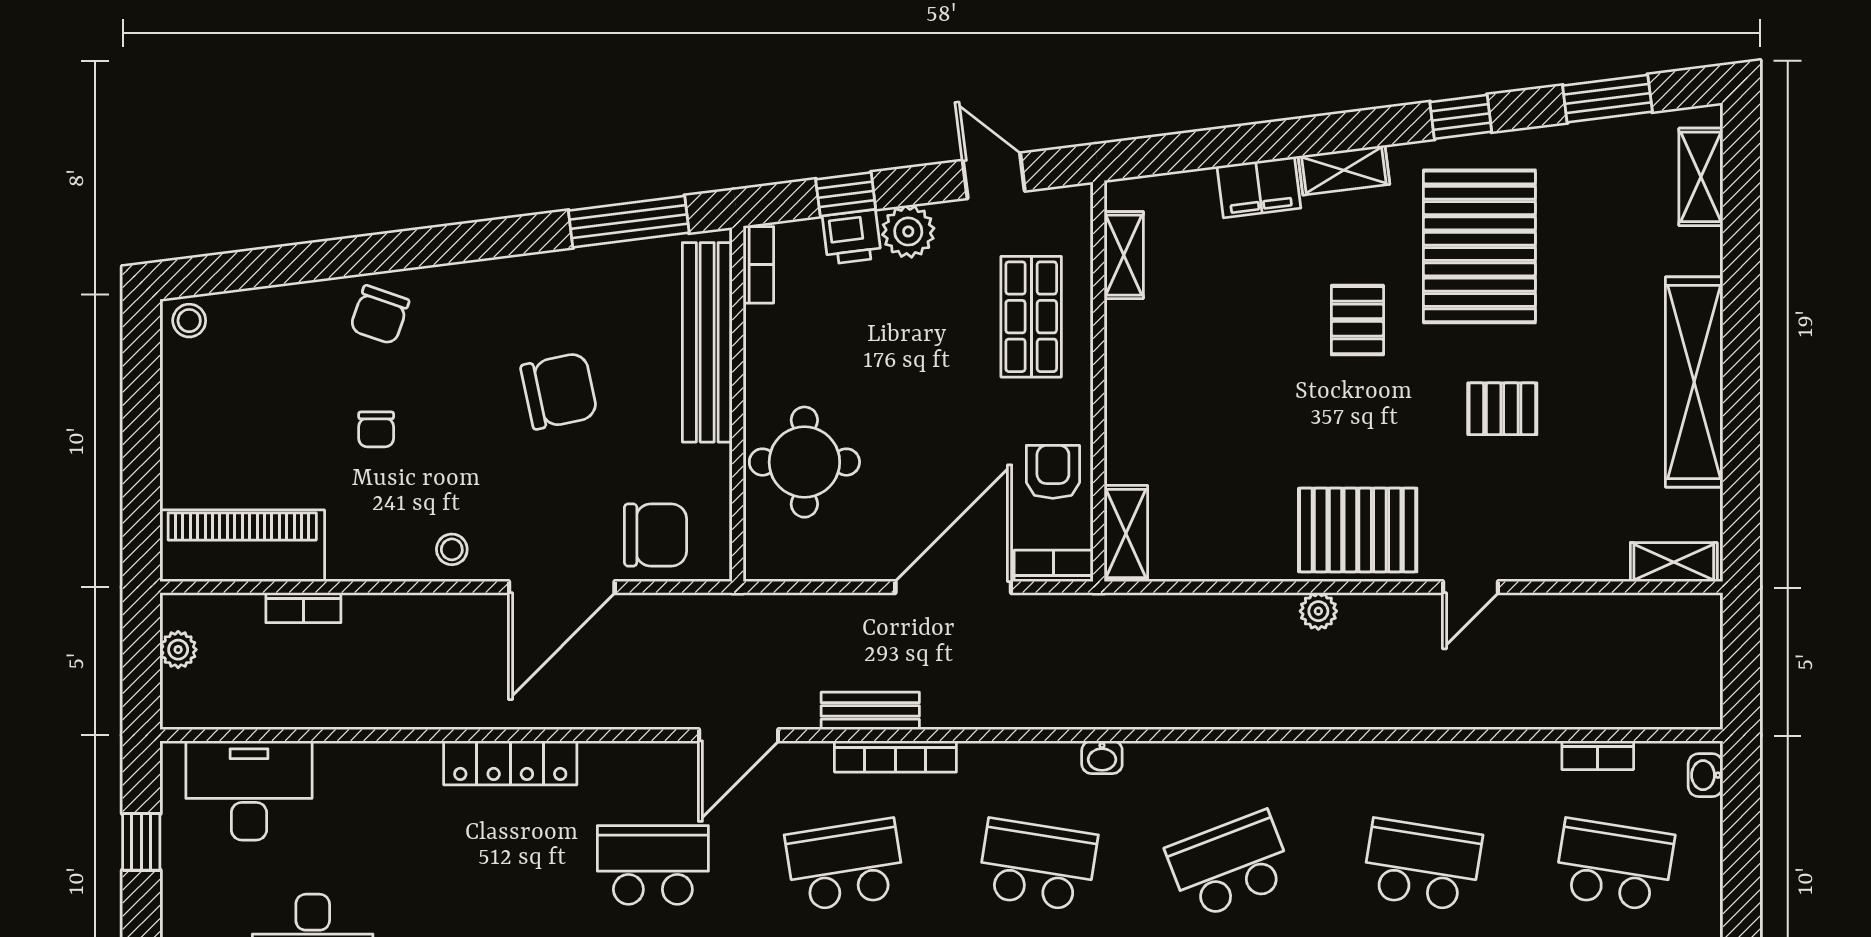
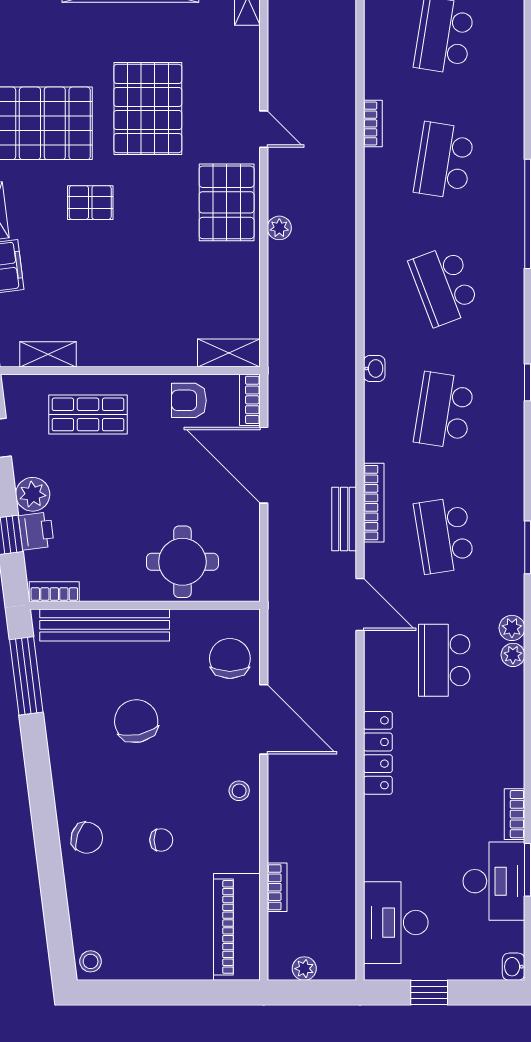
pallet: (1502, 409) -> (148, 108), width x2.05, depth x2.00
bookcase: (1598, 755) -> (373, 123), moved

